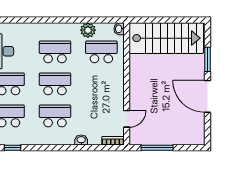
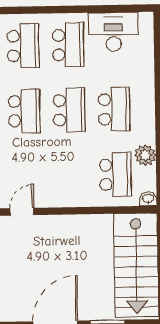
door: (127, 119) -> (22, 212), swing flipped

